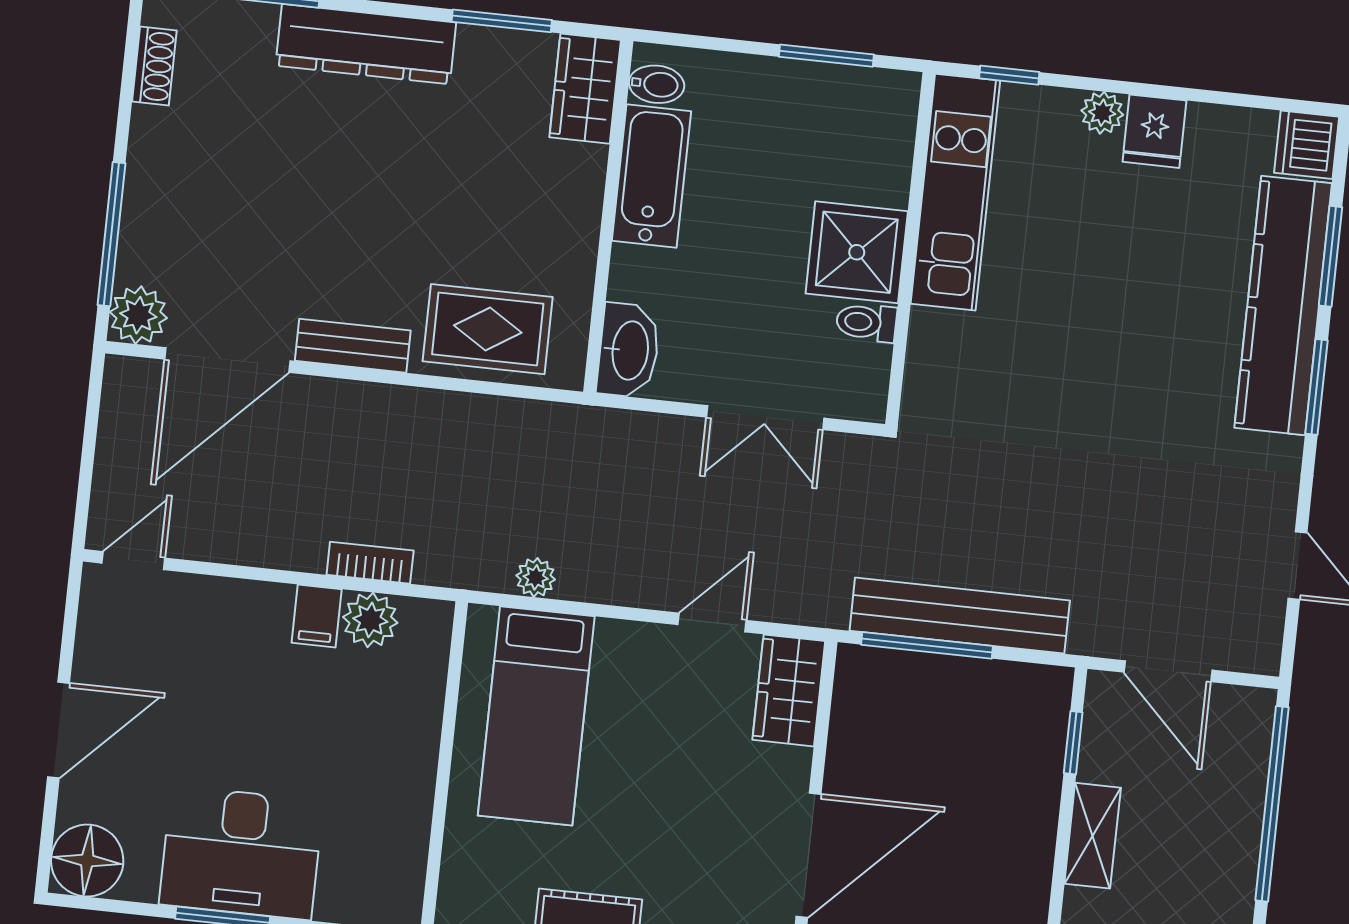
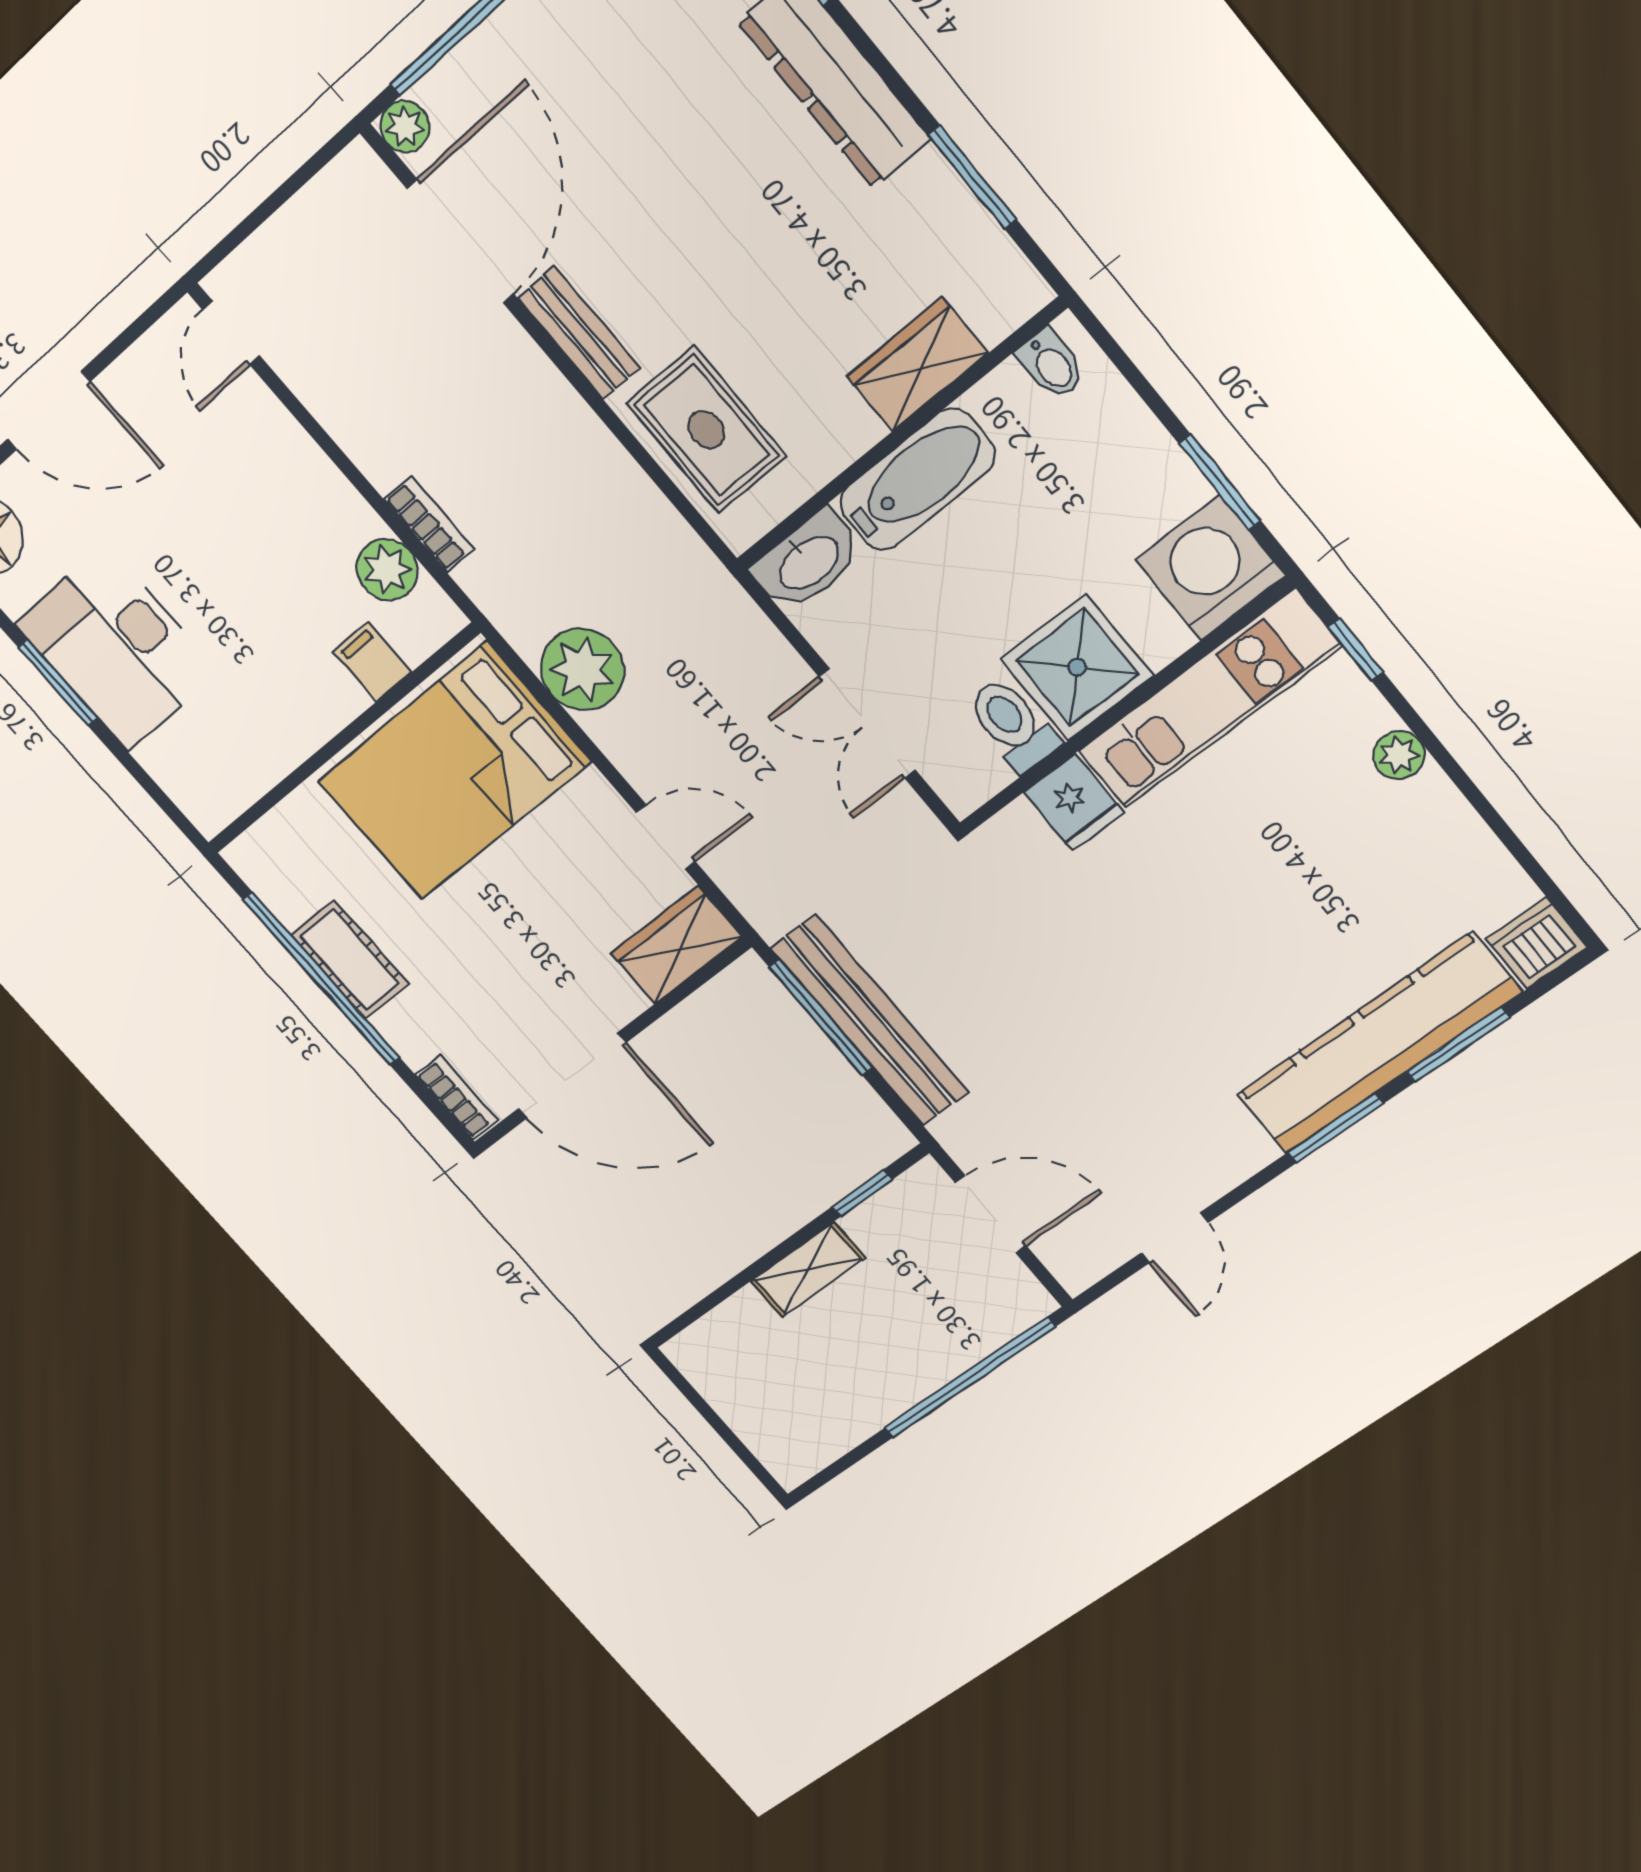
wardrobe: (585, 89) -> (917, 365), moved
washing machine: (873, 112) -> (1210, 568), added
fridge: (1154, 131) -> (1074, 802), moved, turned -90
bathtub: (652, 176) -> (917, 479), moved
plant: (138, 315) -> (405, 126), width x0.73, depth x0.73
toilet: (866, 322) -> (1013, 725), width x1.37, depth x1.39
door: (227, 360) -> (460, 241), swing flipped
door: (133, 561) -> (231, 333), swing flipped
plant: (536, 577) -> (582, 669), width x1.88, depth x1.88
filing cabinet: (317, 616) -> (372, 662), moved, turned 90
door: (1168, 671) -> (991, 1214), swing flipped
bed: (536, 716) -> (454, 772), width x1.50

